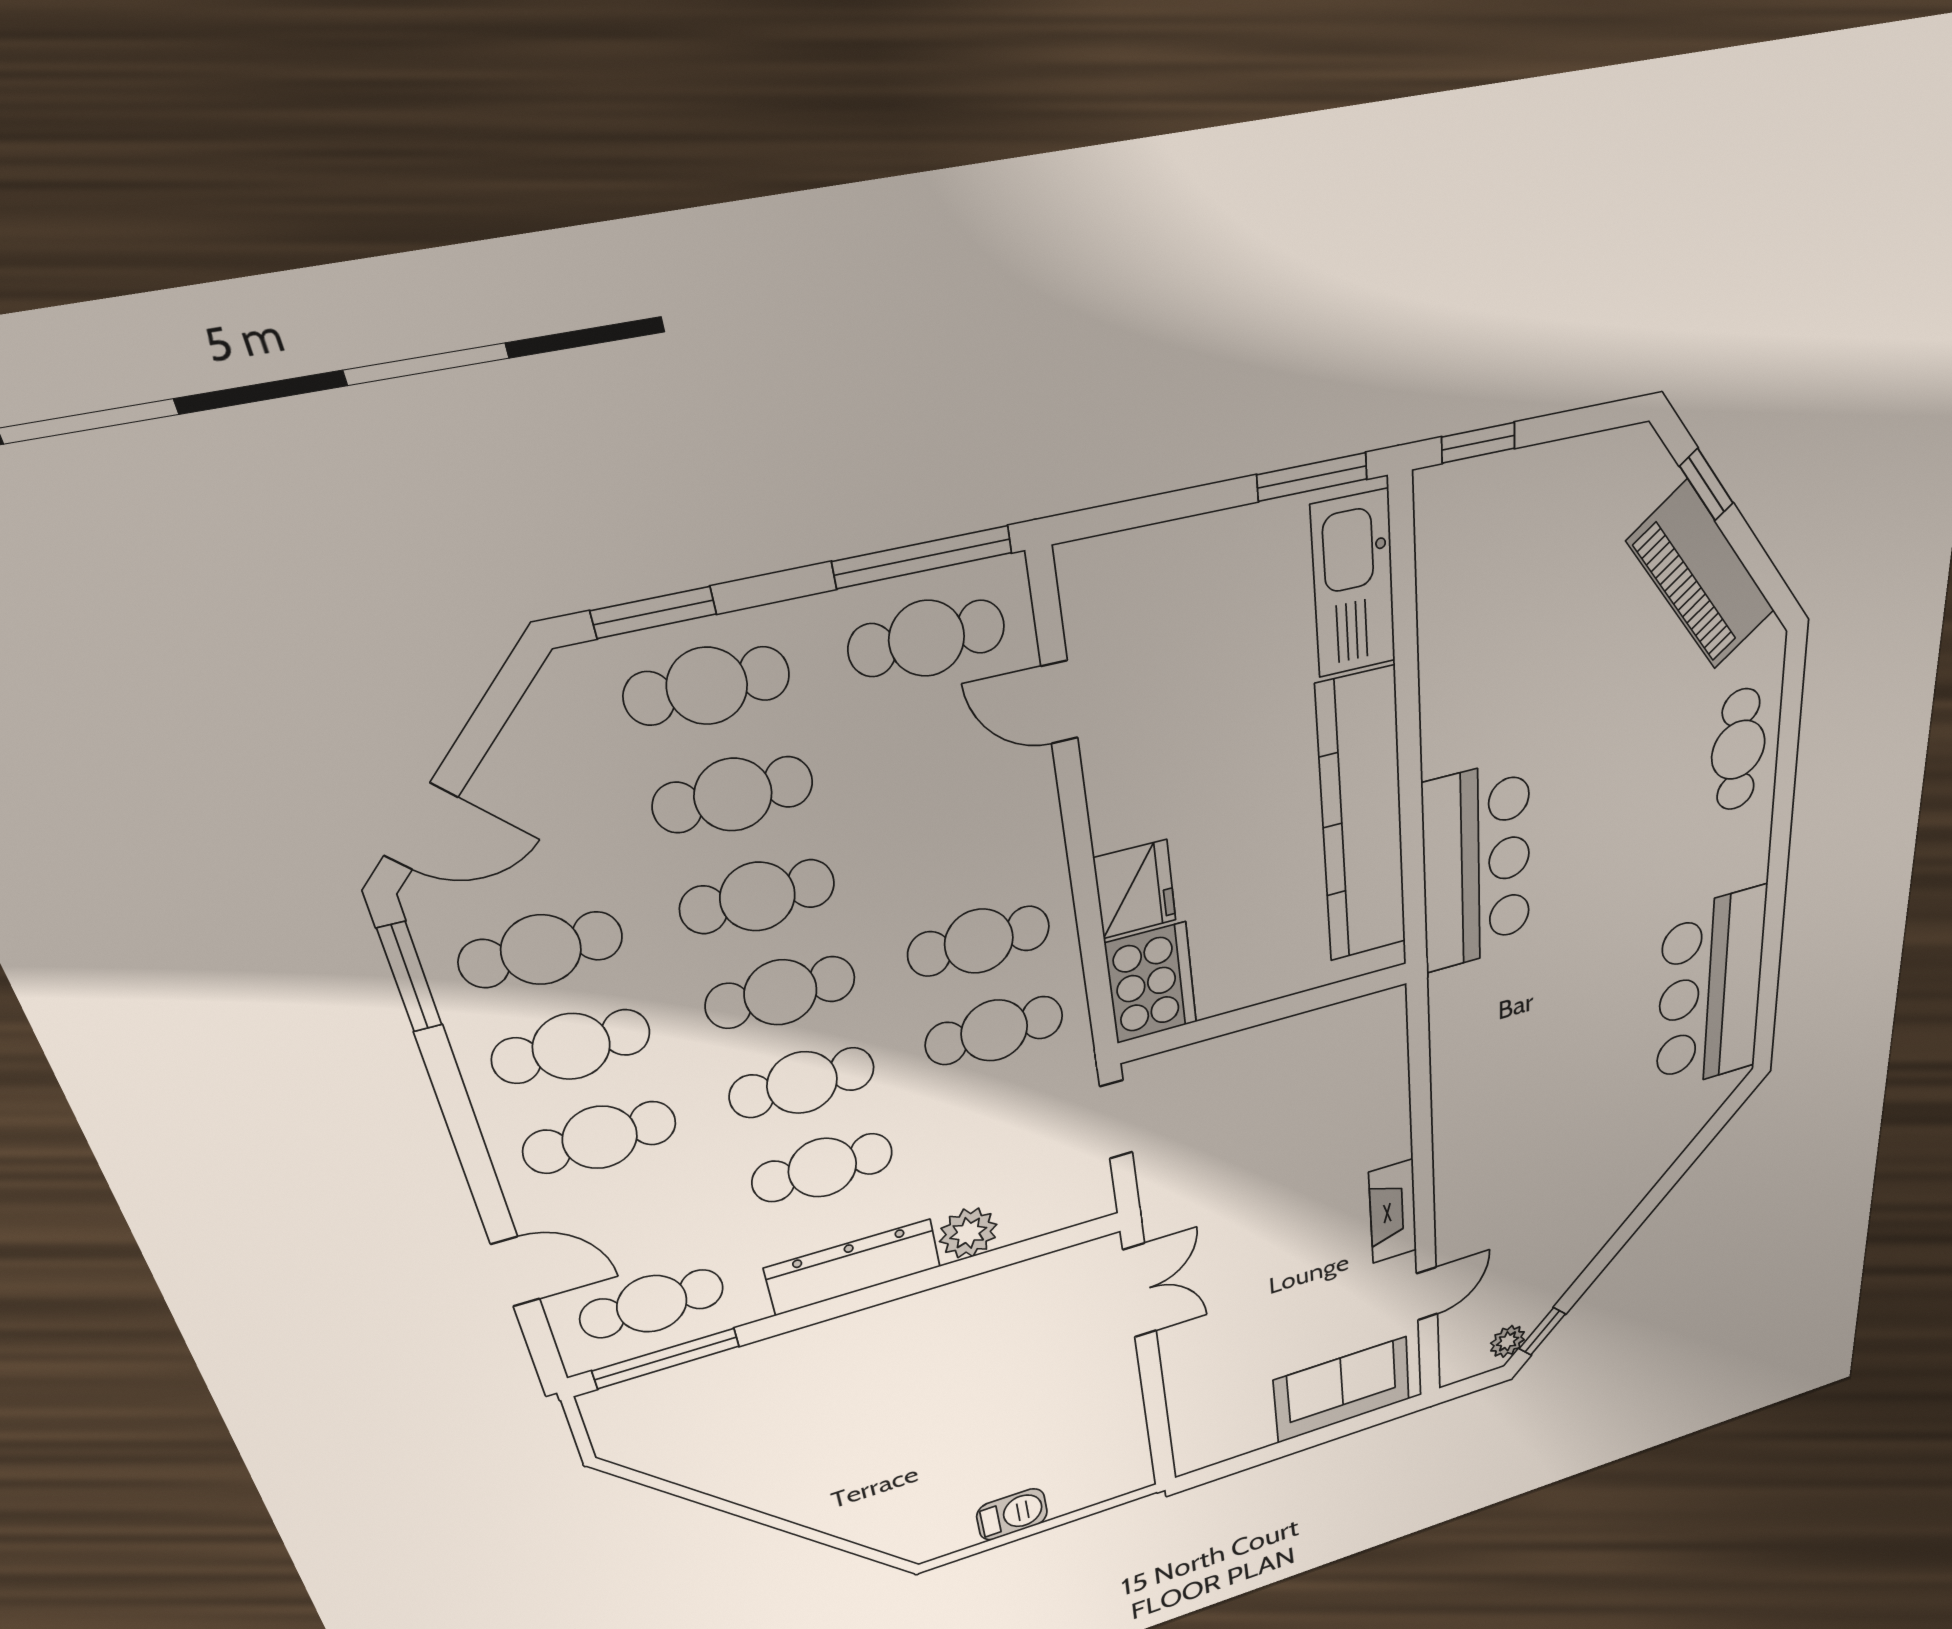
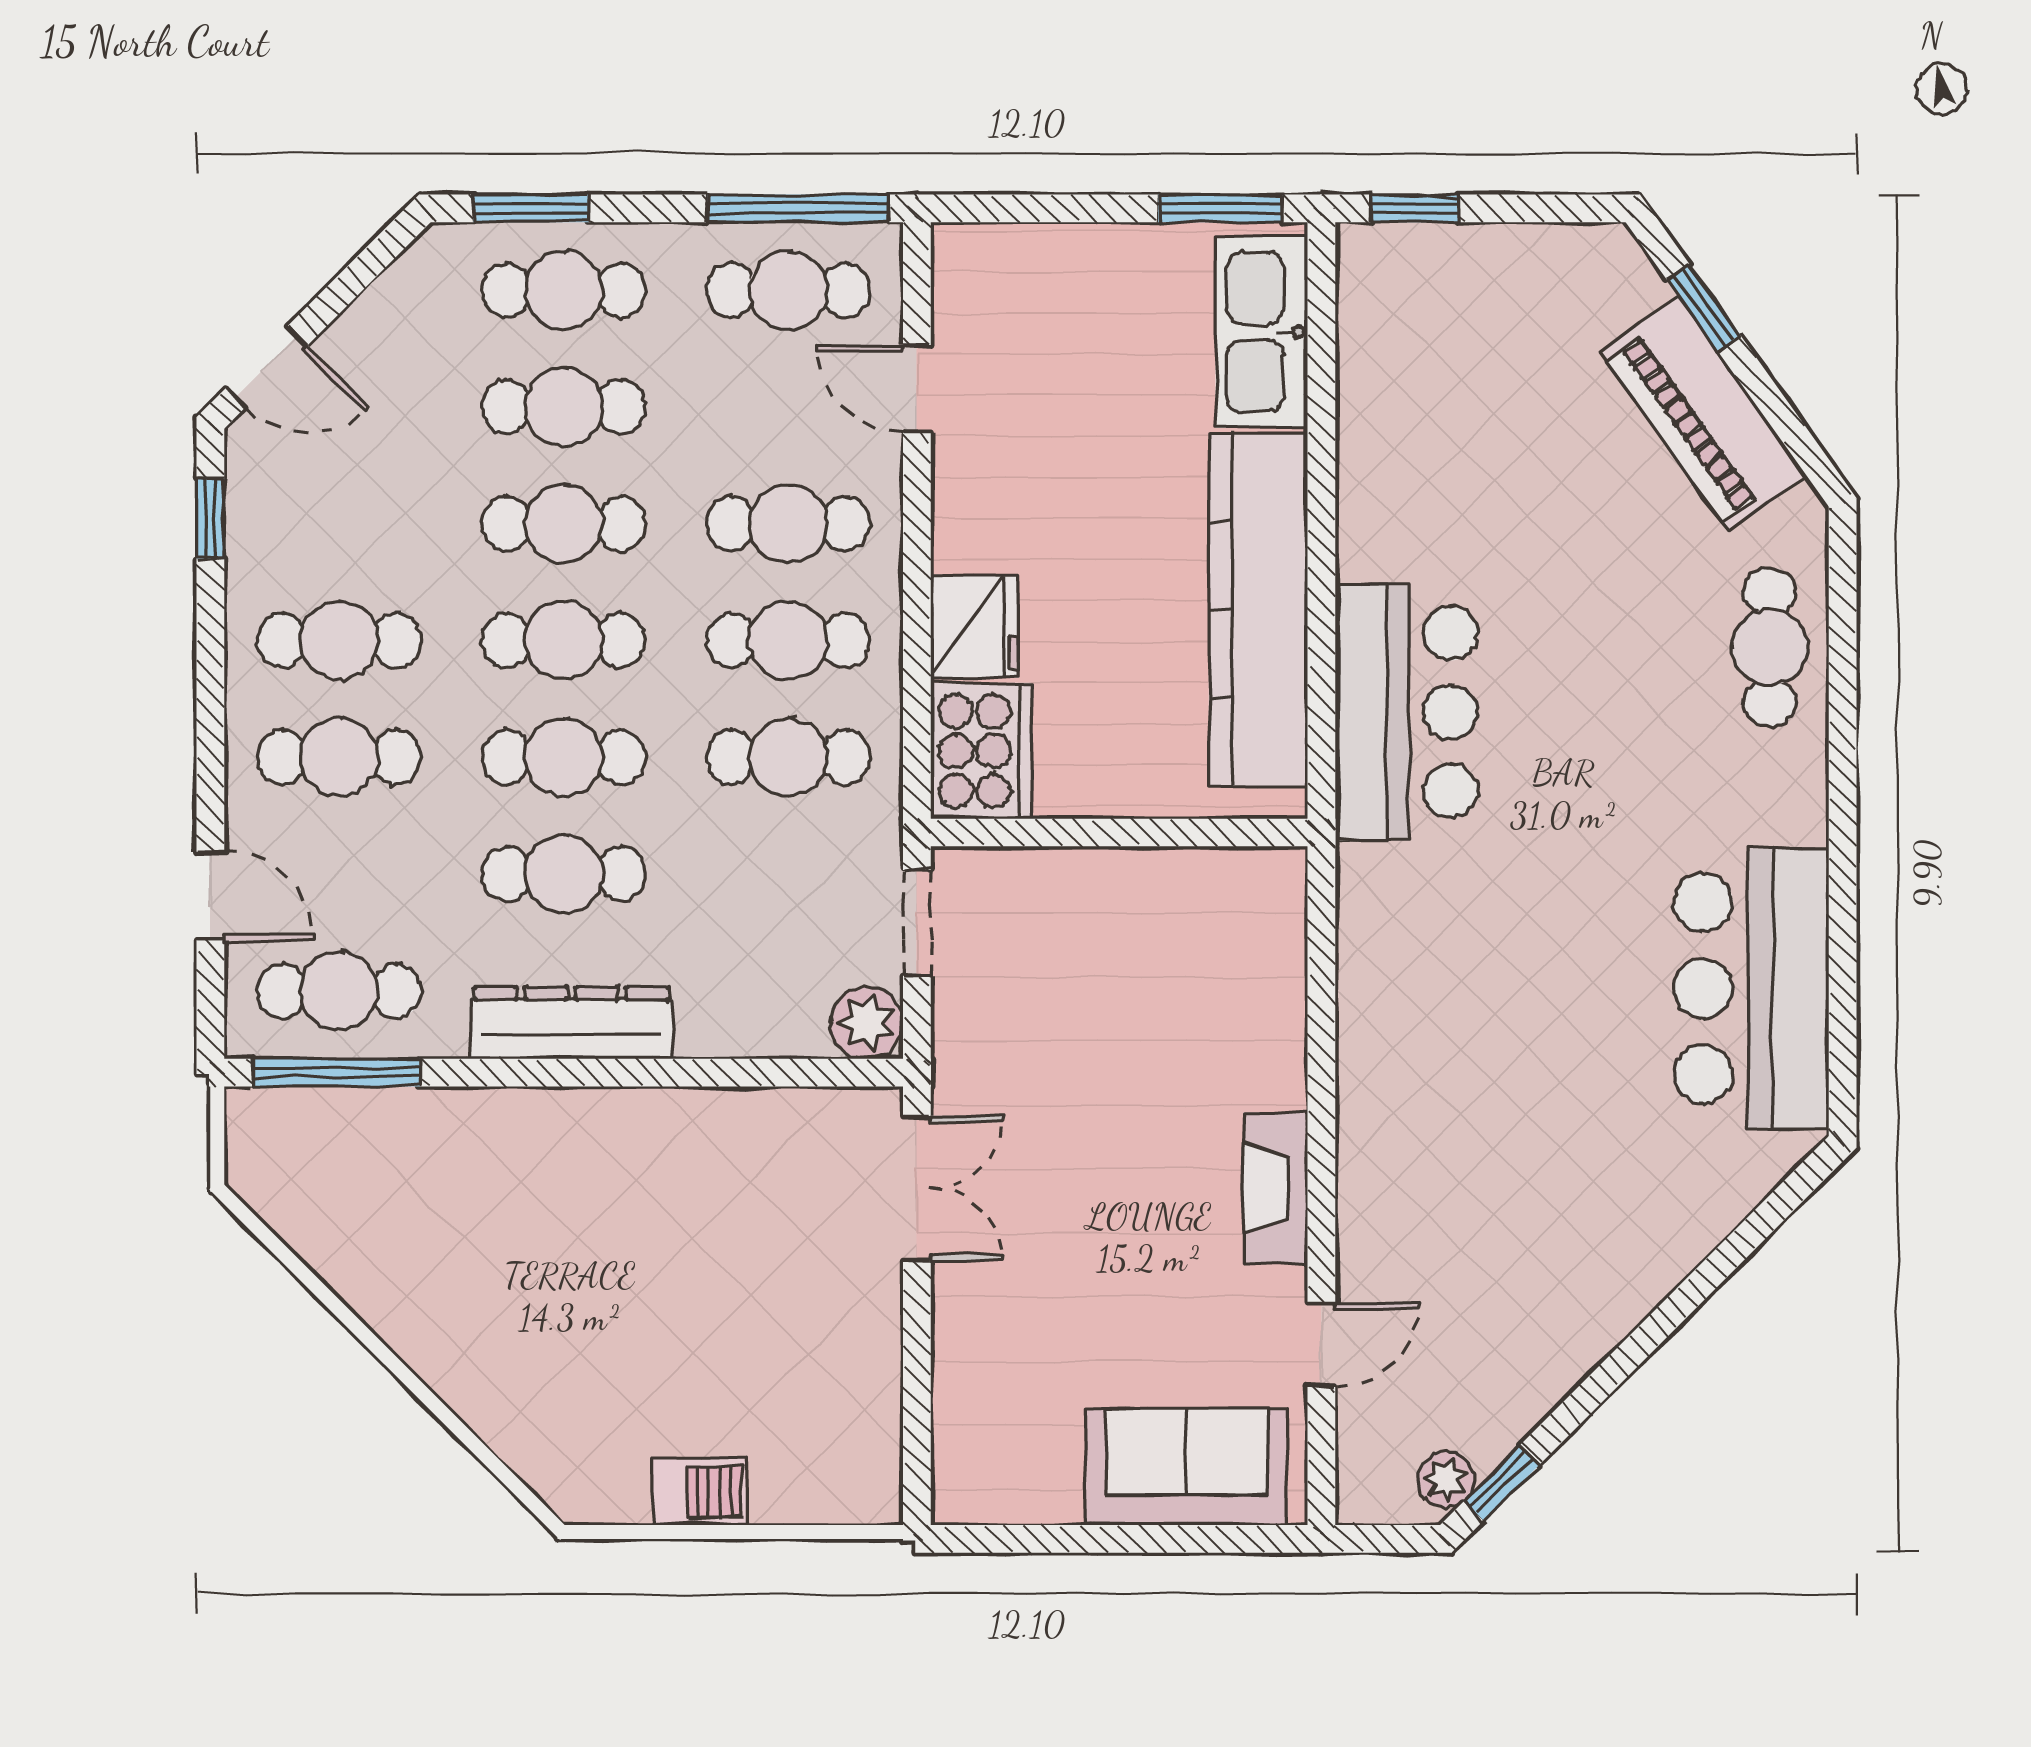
cafe table: (541, 950) -> (788, 524), moved
window: (410, 977) -> (210, 518), width x0.67
plant: (968, 1233) -> (867, 1023), moved

